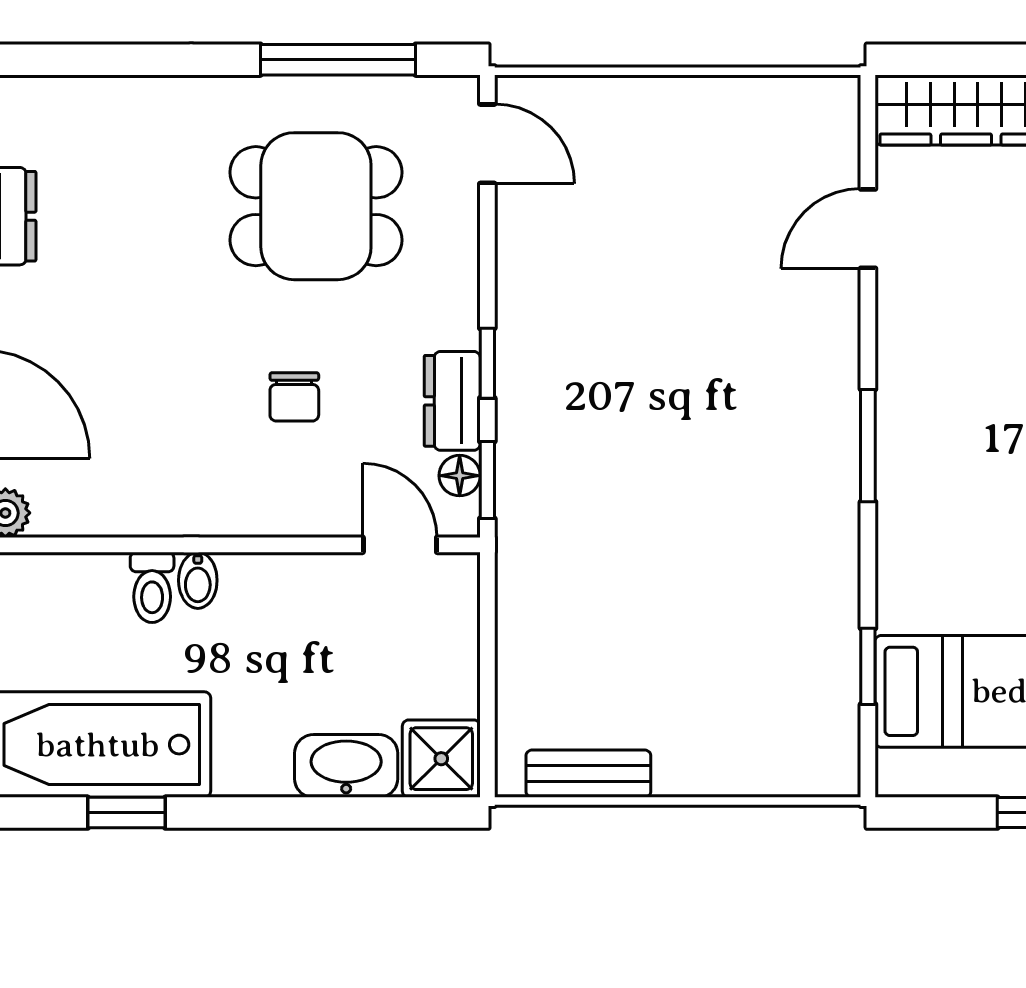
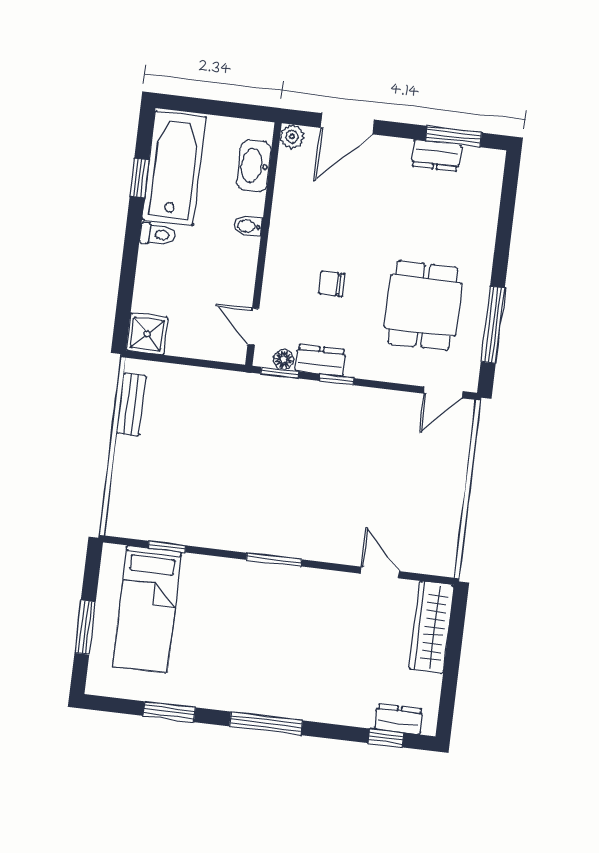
door: (400, 545) -> (253, 326), swing flipped
toilet: (152, 587) -> (157, 234), moved, turned 180
washbasin: (346, 766) -> (254, 166), moved, turned 180

